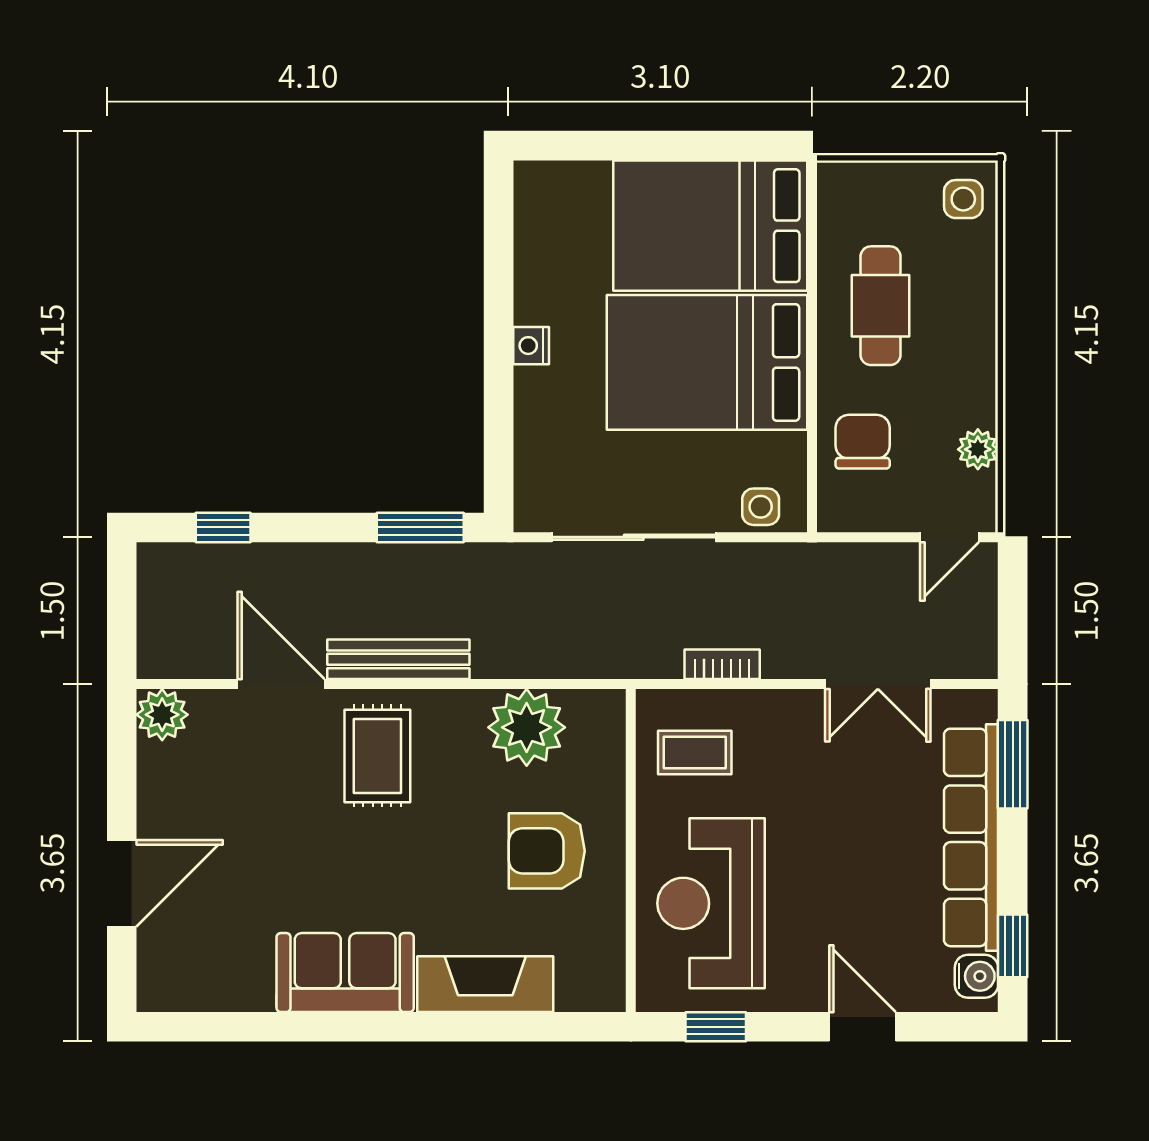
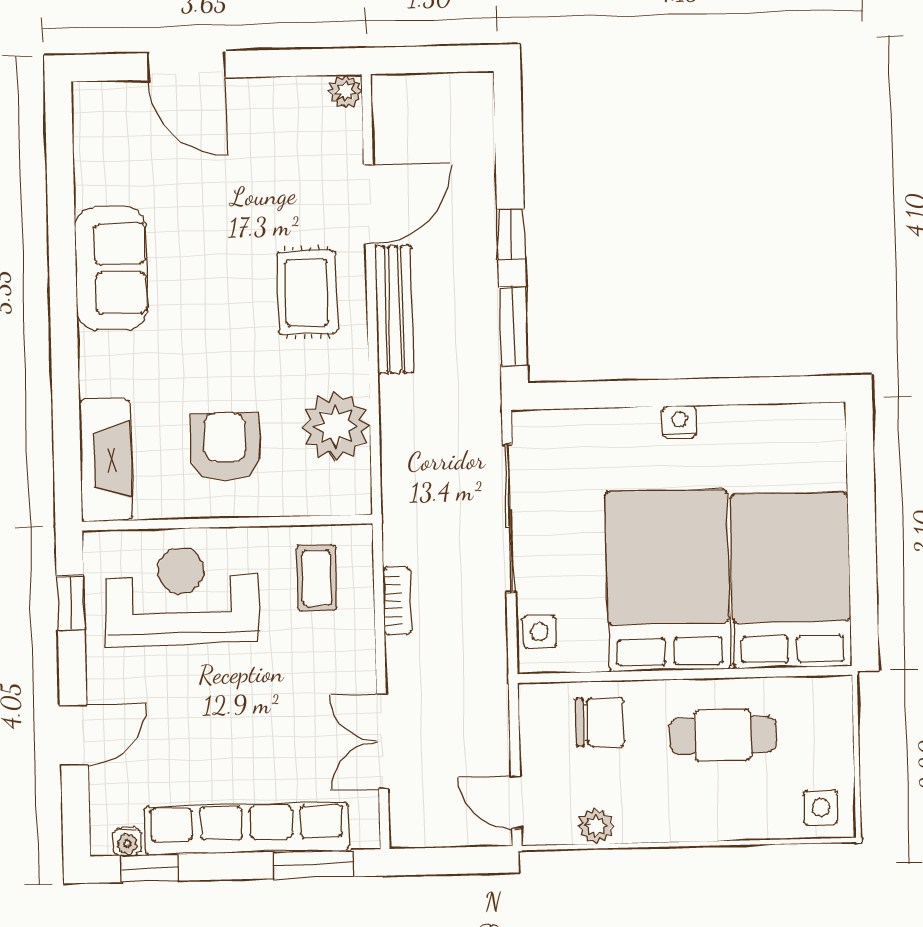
window: (223, 527) -> (511, 234), moved
plant: (162, 715) -> (345, 92), width x0.73, depth x0.73
rug: (377, 756) -> (307, 293), turned 90
water cooler: (976, 976) -> (127, 842), width x0.72, depth x0.72
fireplace: (485, 984) -> (105, 460), moved

